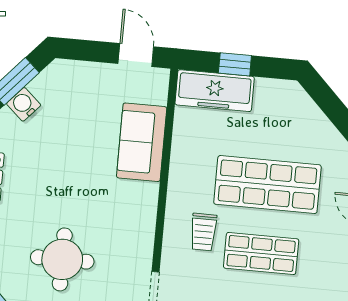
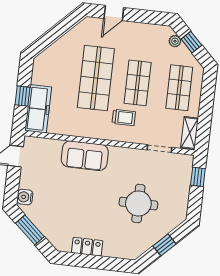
water cooler: (24, 104) -> (25, 197), moved, turned 48
sofa: (142, 142) -> (85, 156), moved

